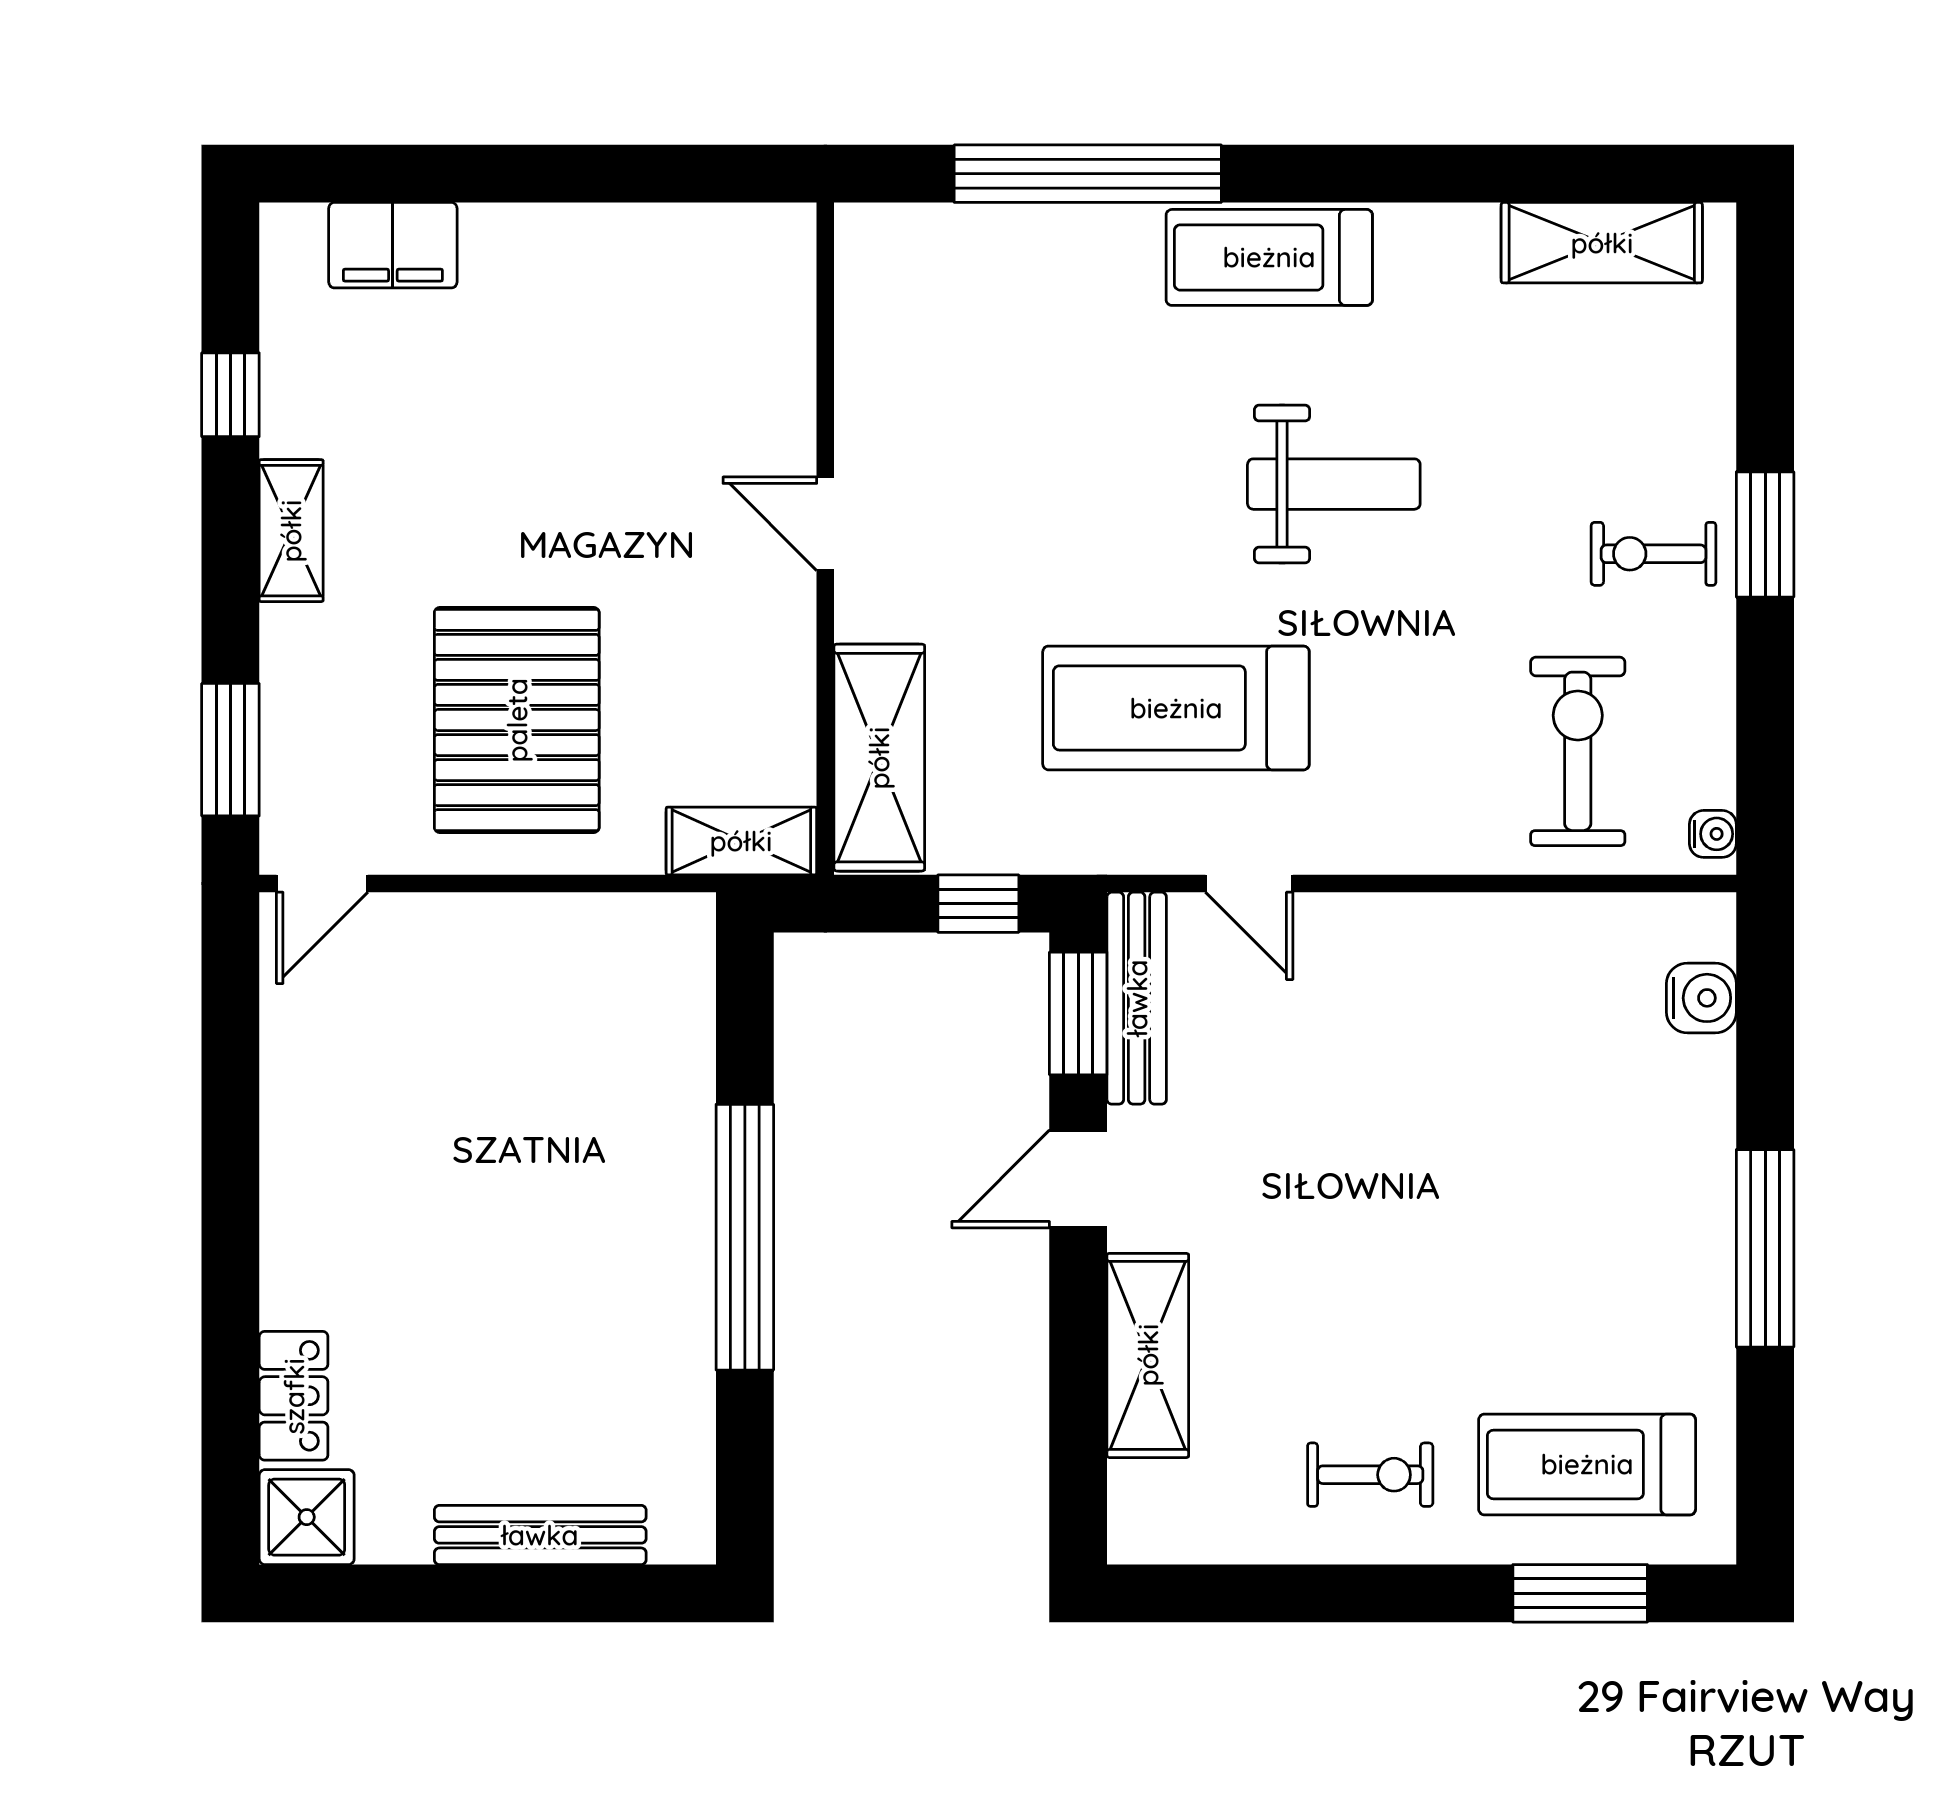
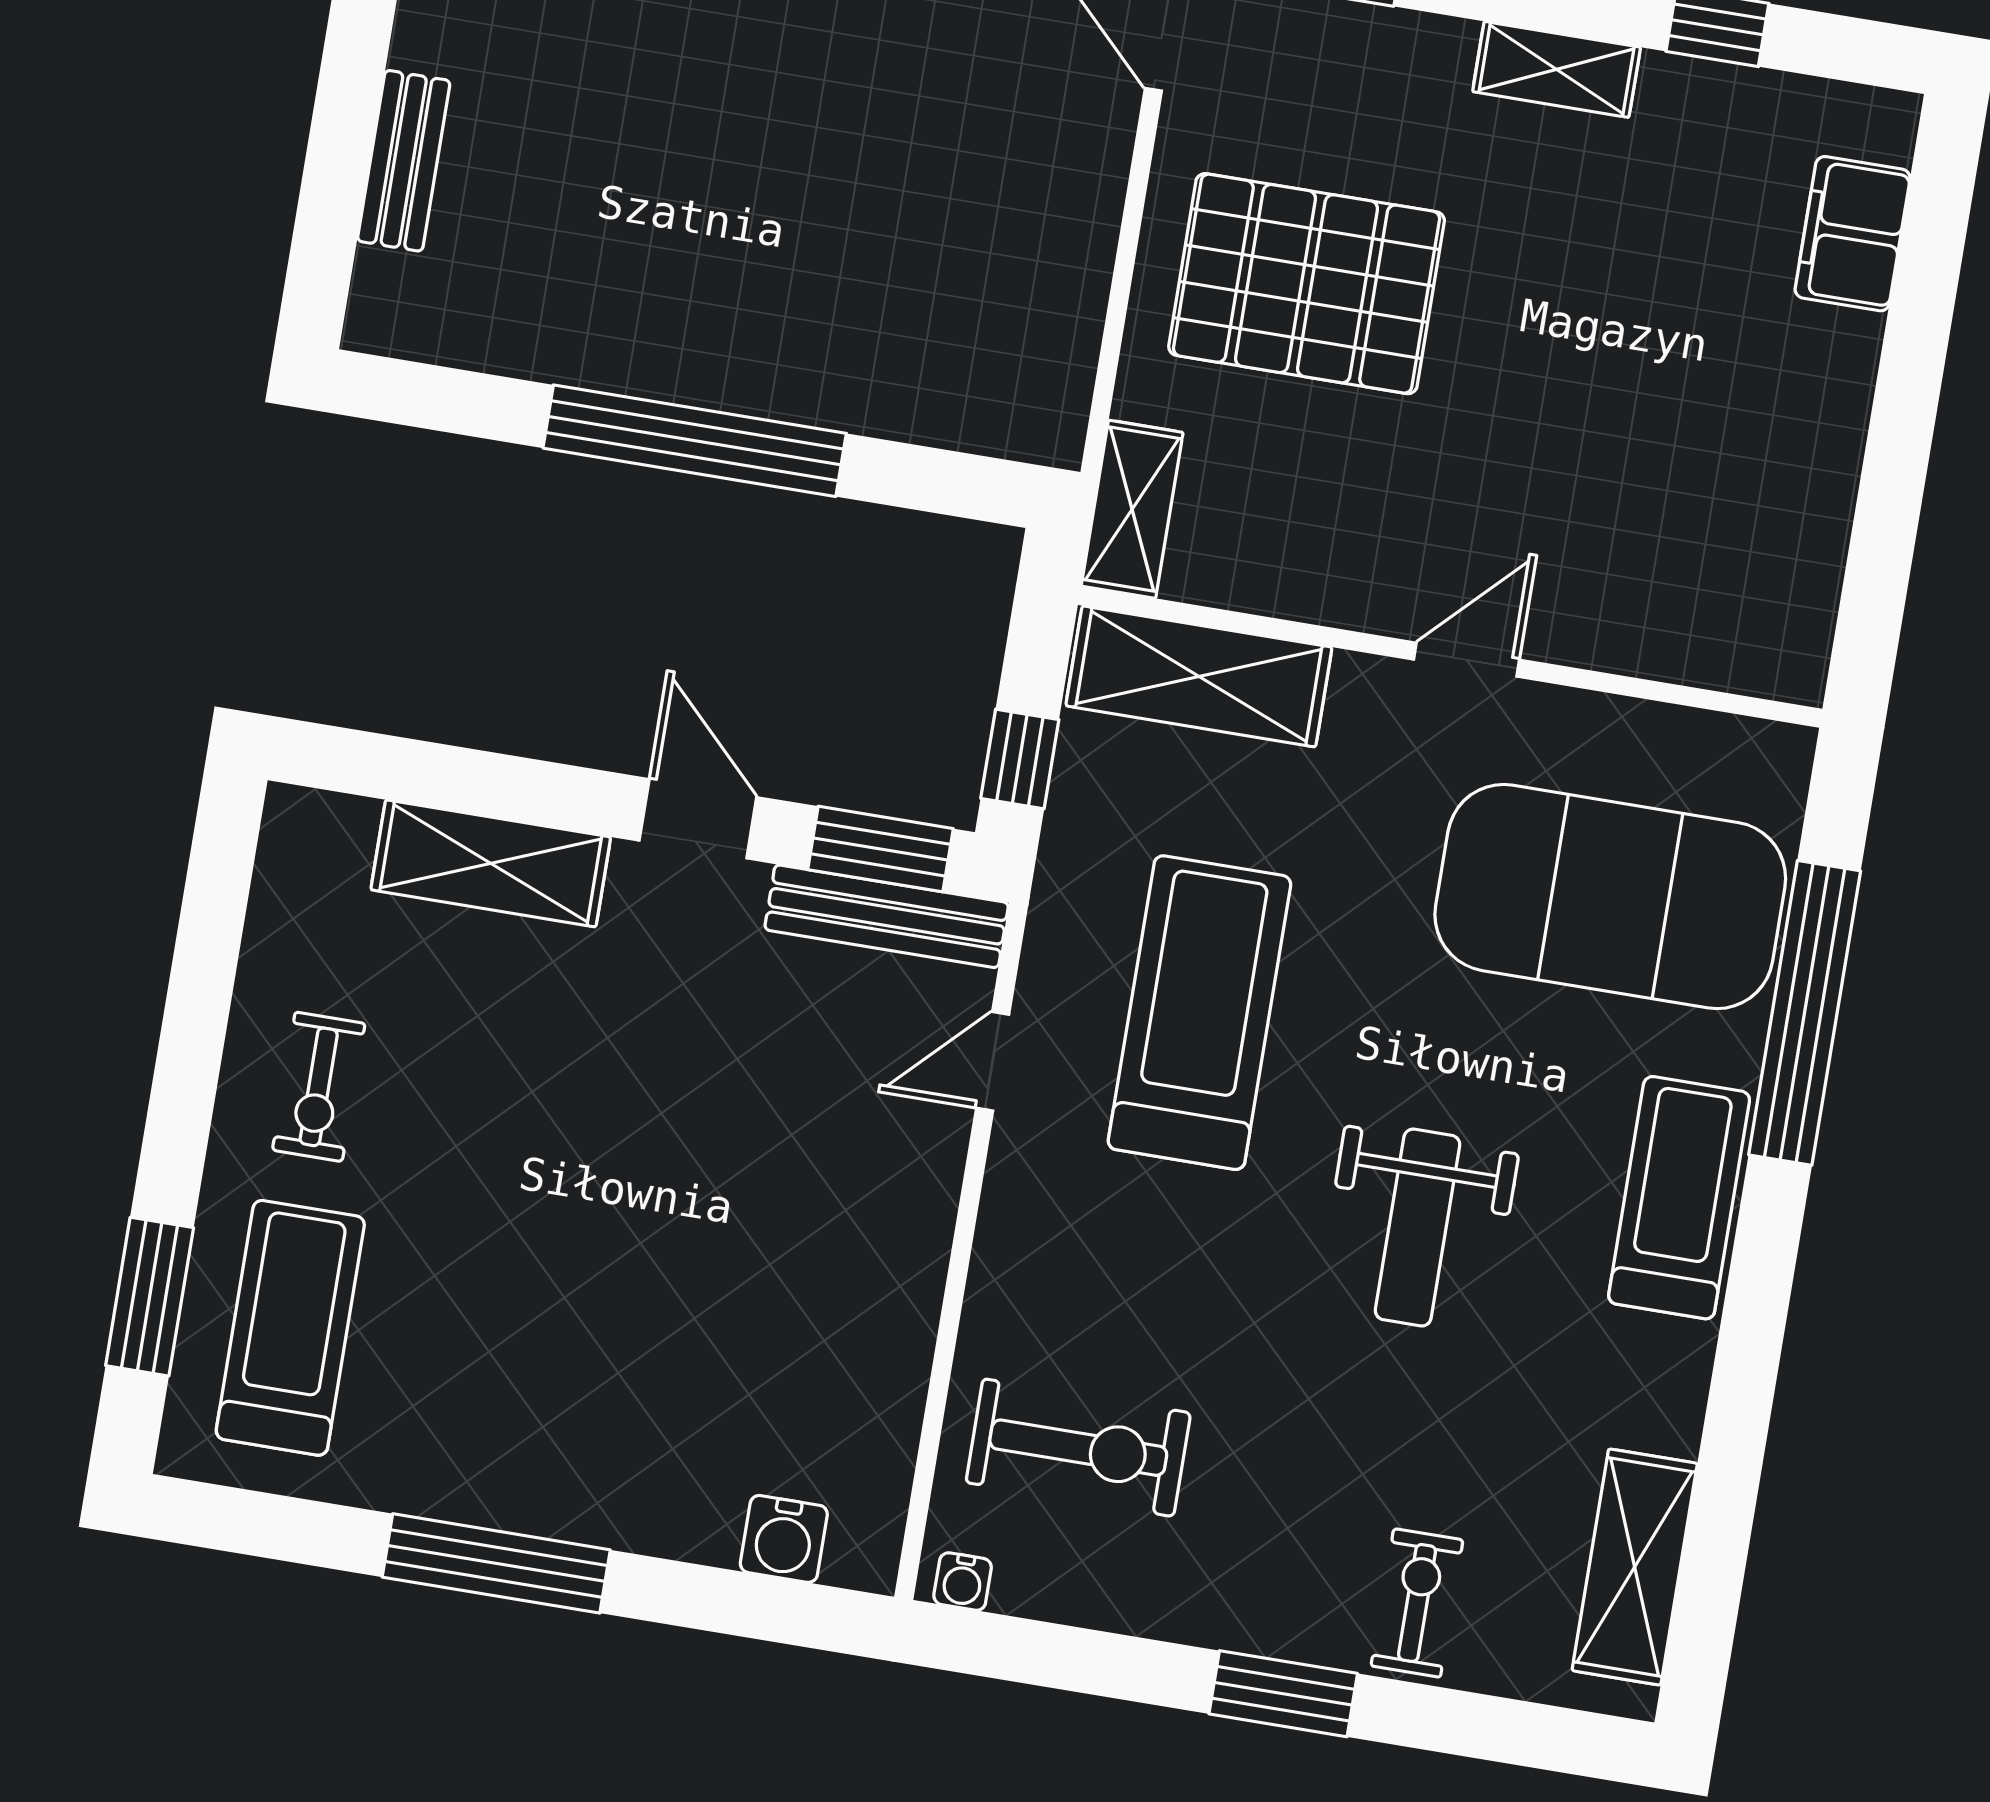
exercise mat: (1013, 362) -> (1610, 897), added
exercise bike: (1653, 554) -> (1417, 1603), moved
bench: (540, 1535) -> (404, 161), width x0.73

